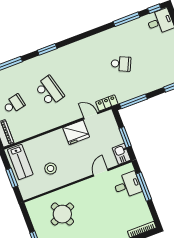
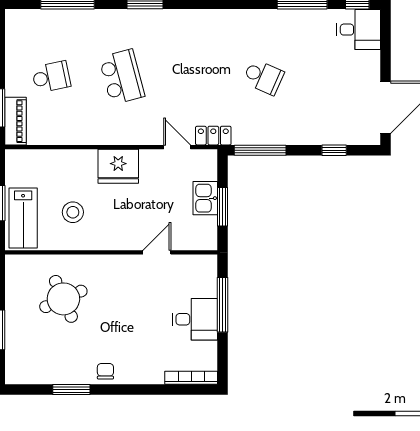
fridge: (76, 132) -> (118, 166), moved
kitchen sink: (121, 154) -> (205, 198), moved
lab bench: (20, 162) -> (23, 218), moved
desk: (127, 185) -> (195, 319), moved

